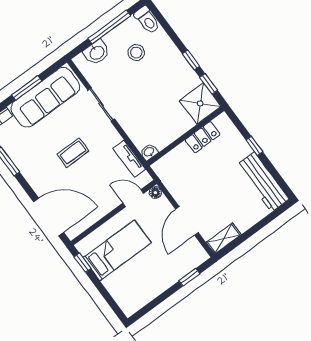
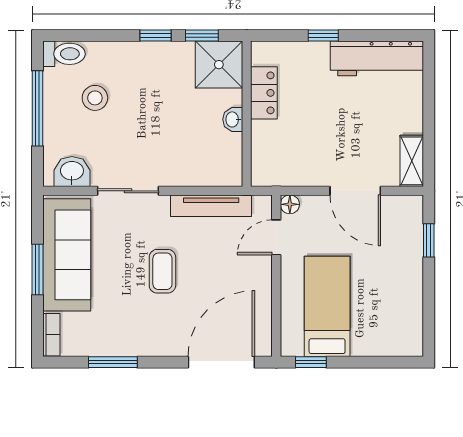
washbasin: (97, 52) -> (72, 172), moved, turned -90
washbasin: (149, 152) -> (233, 119), moved
tv unit: (129, 159) -> (211, 206), width x1.41

